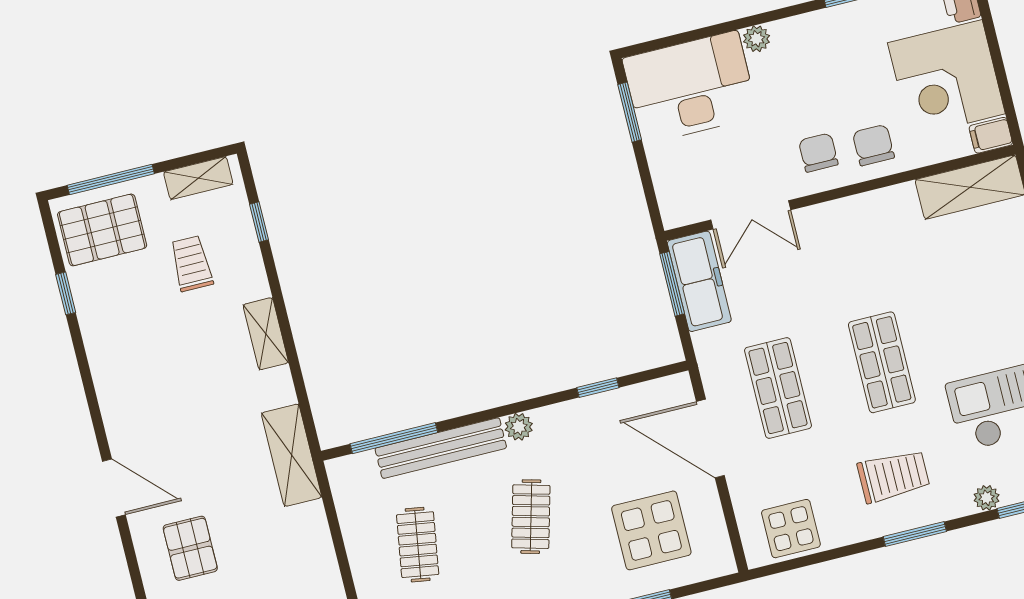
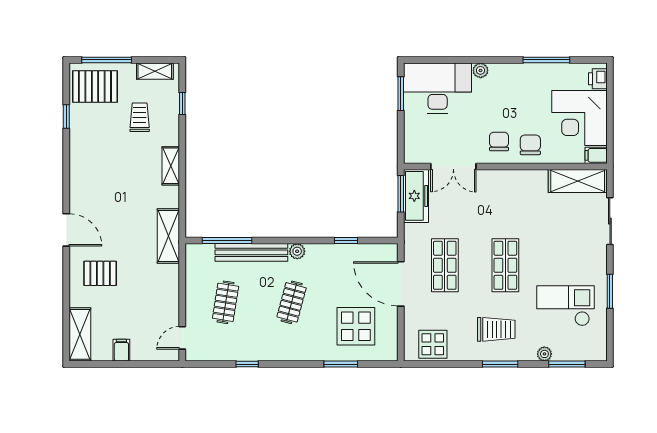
pallet: (190, 548) -> (100, 273), turned 90

